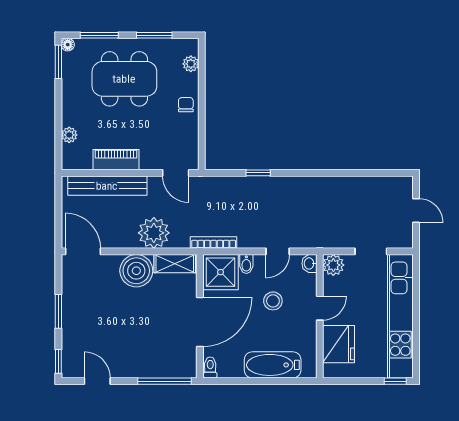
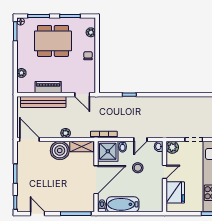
plant: (154, 233) -> (66, 133), width x0.53, depth x0.53
bathtub: (273, 365) -> (123, 204), moved

